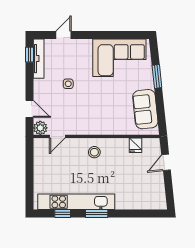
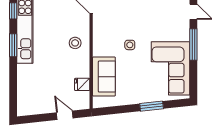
window: (96, 35) -> (193, 45), added
side table: (68, 84) -> (130, 45), moved
sofa: (145, 109) -> (104, 77), moved, turned 96

